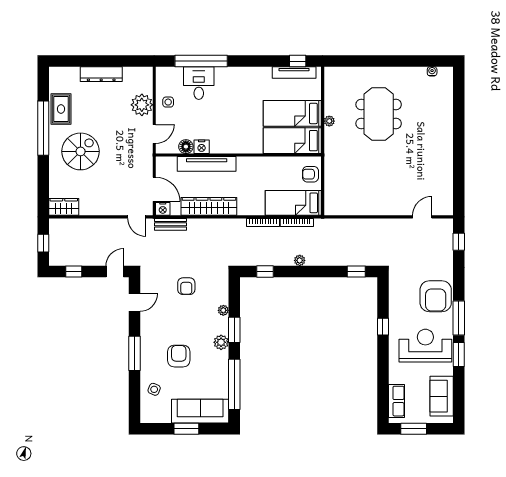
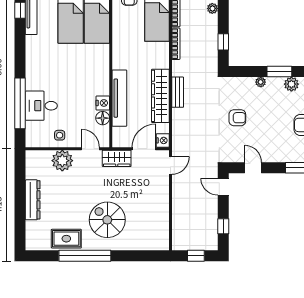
wardrobe: (64, 207) -> (117, 158), moved, turned -90
bench: (171, 224) -> (178, 92), moved

